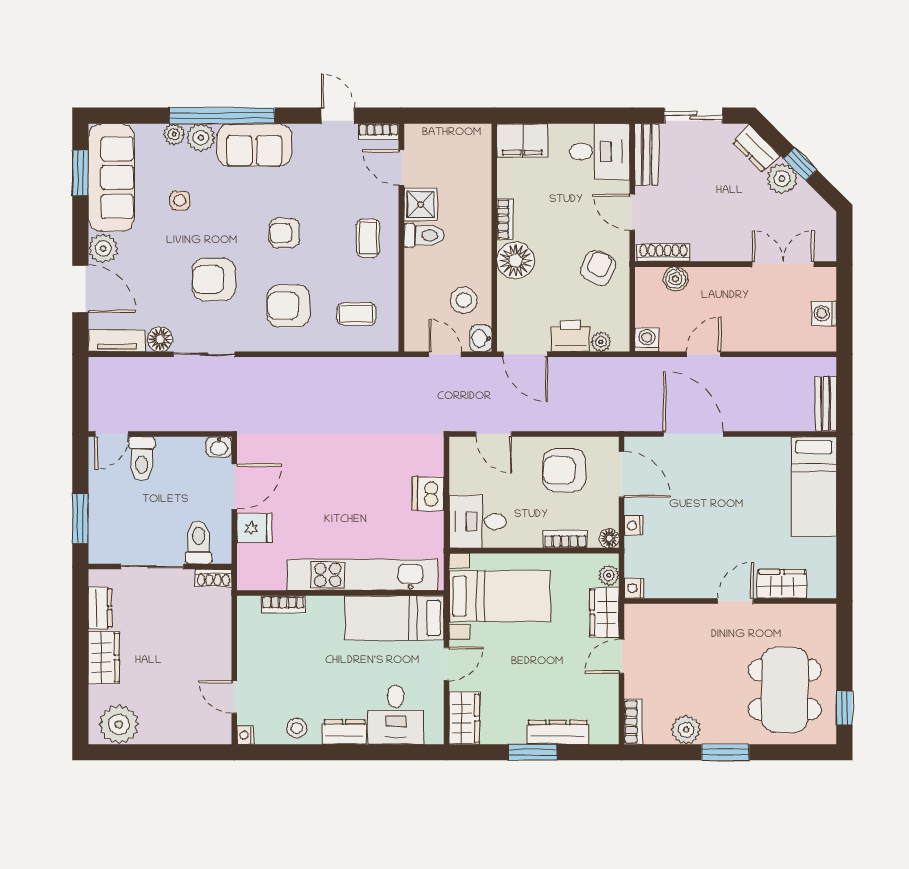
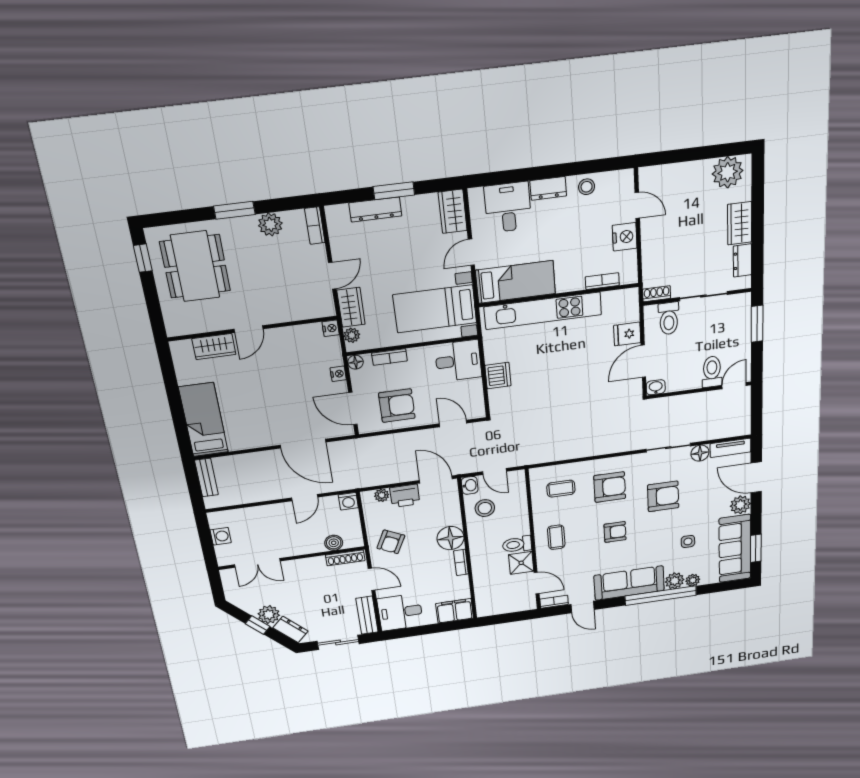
sofa: (254, 145) -> (629, 583), width x1.36
nightstand: (245, 735) -> (625, 237), moved, width x1.89, depth x1.79

